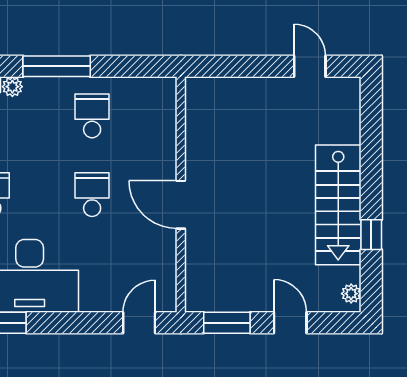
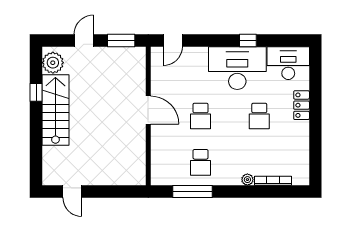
window: (57, 66) -> (193, 192), moved
plant: (351, 294) -> (53, 63), width x1.87, depth x1.87
door: (290, 323) -> (84, 40), swing flipped

